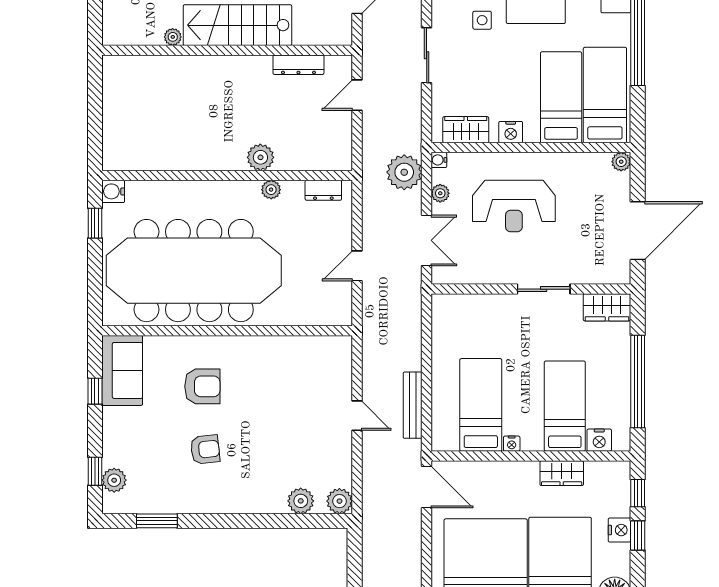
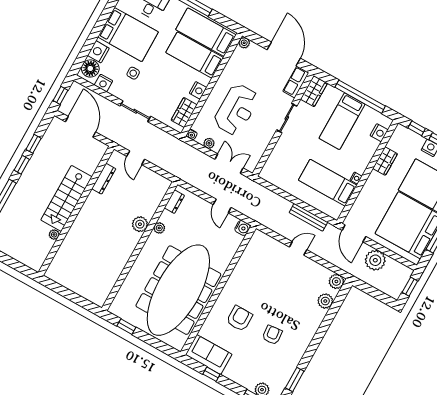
plant: (404, 172) -> (375, 260), moved
water cooler: (113, 191) -> (242, 228), moved, turned -90
row of seats: (606, 272) -> (296, 82), added
bed: (565, 406) -> (342, 121), moved, turned -90
door: (427, 487) -> (354, 233), swing flipped

